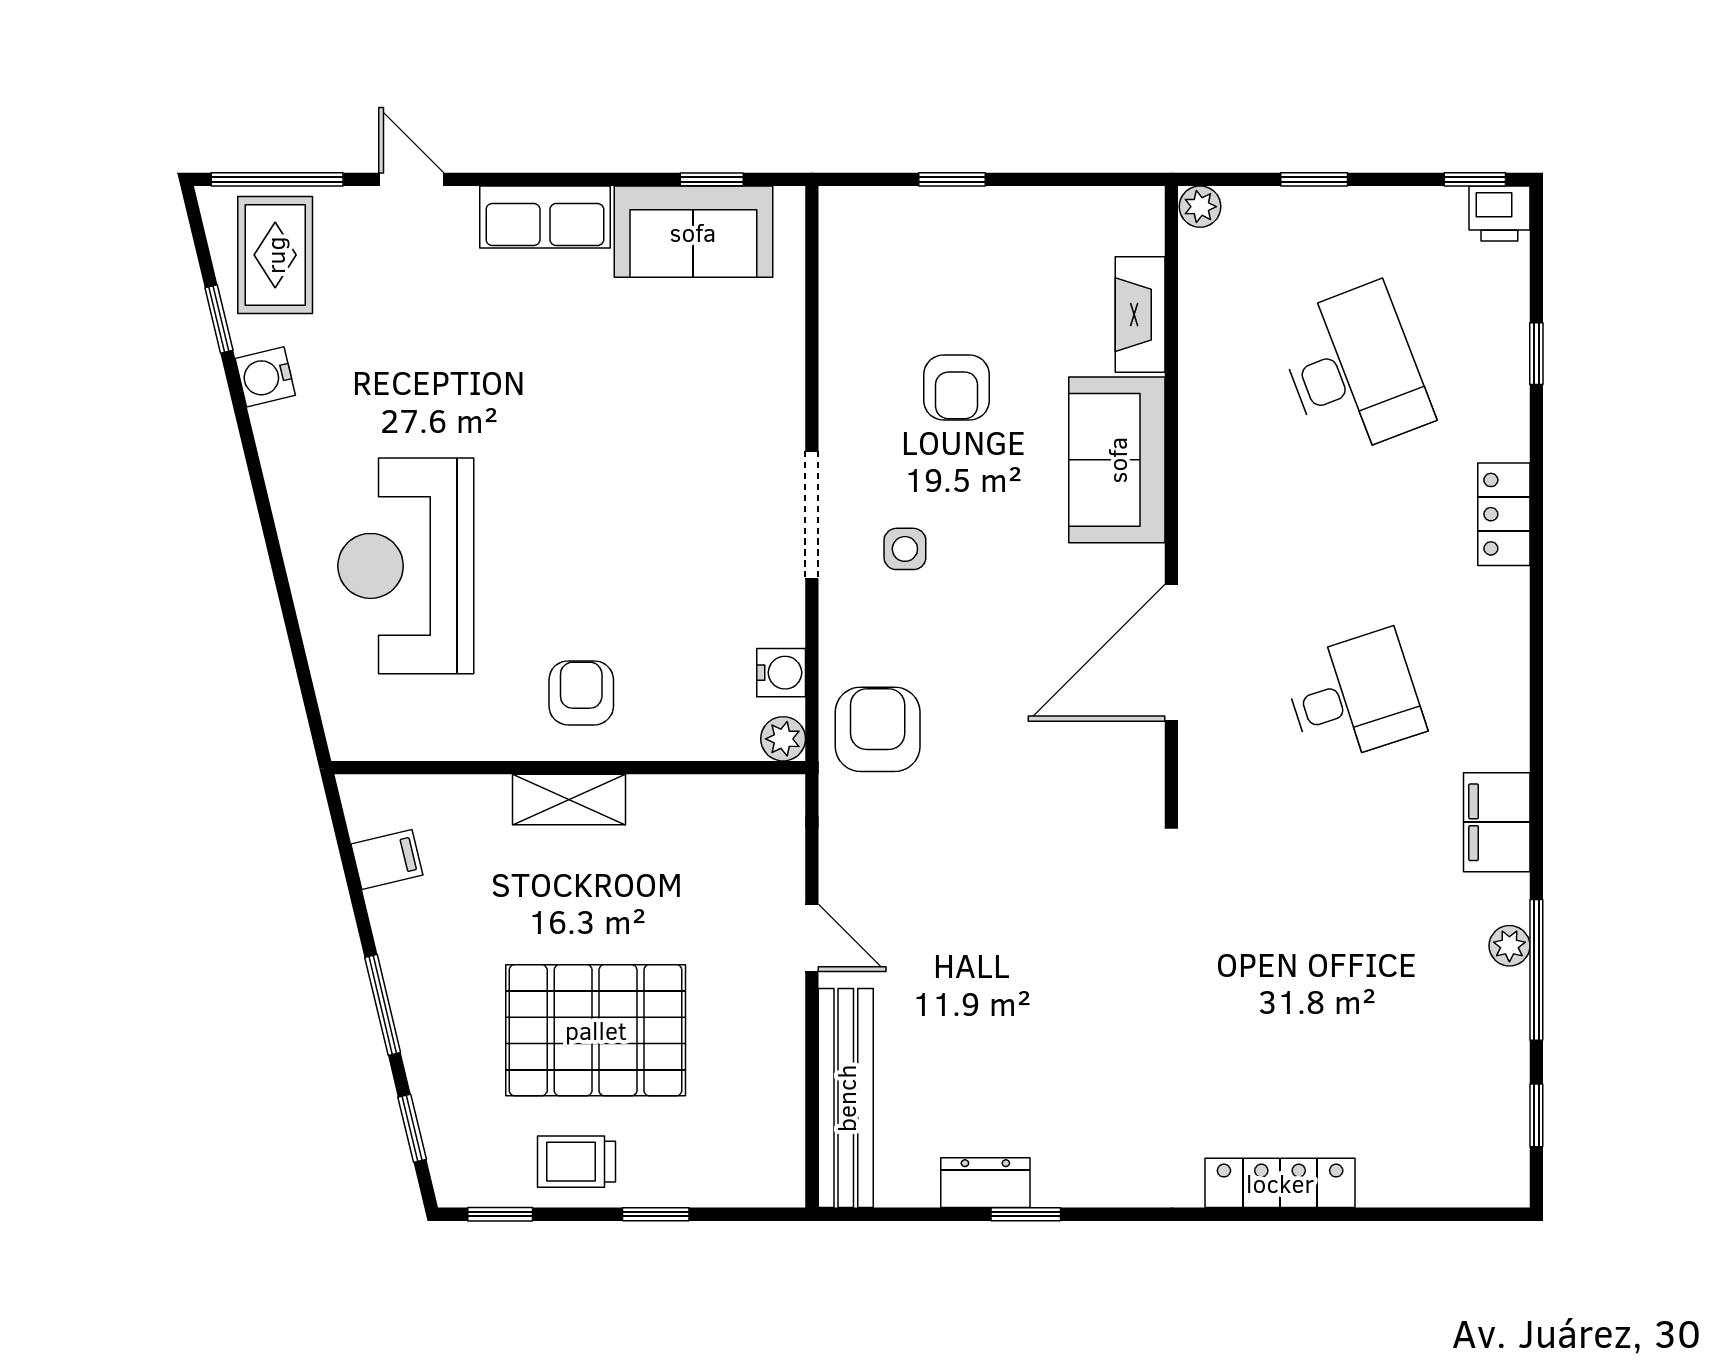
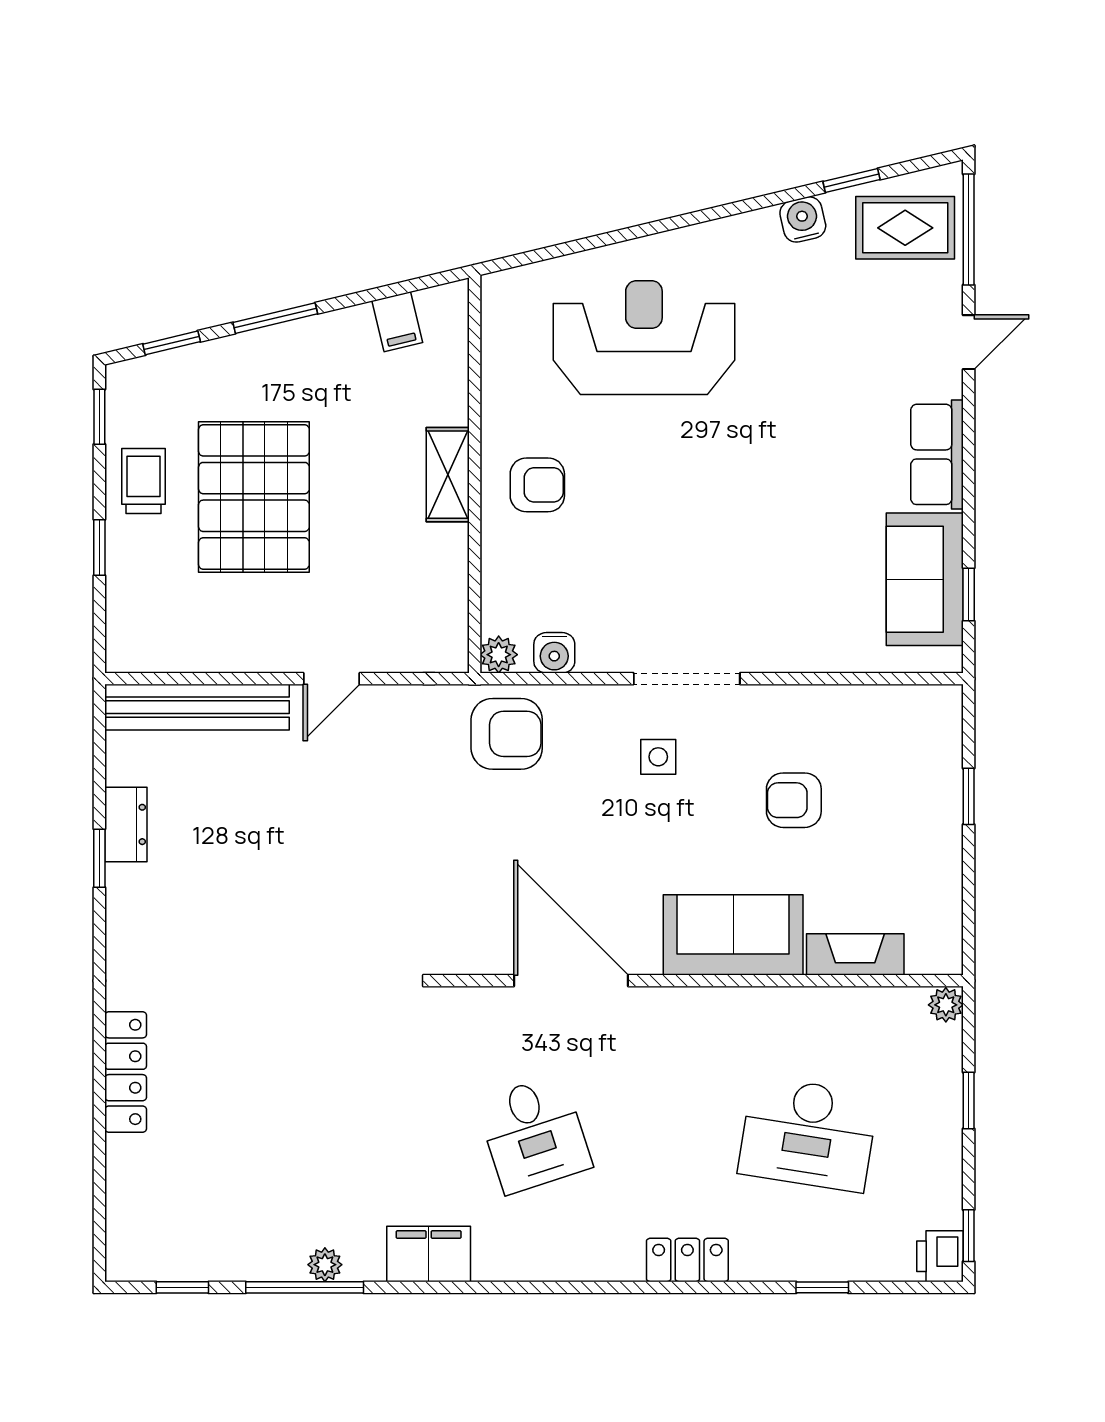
desk: (1354, 371) -> (808, 1134), turned 30

